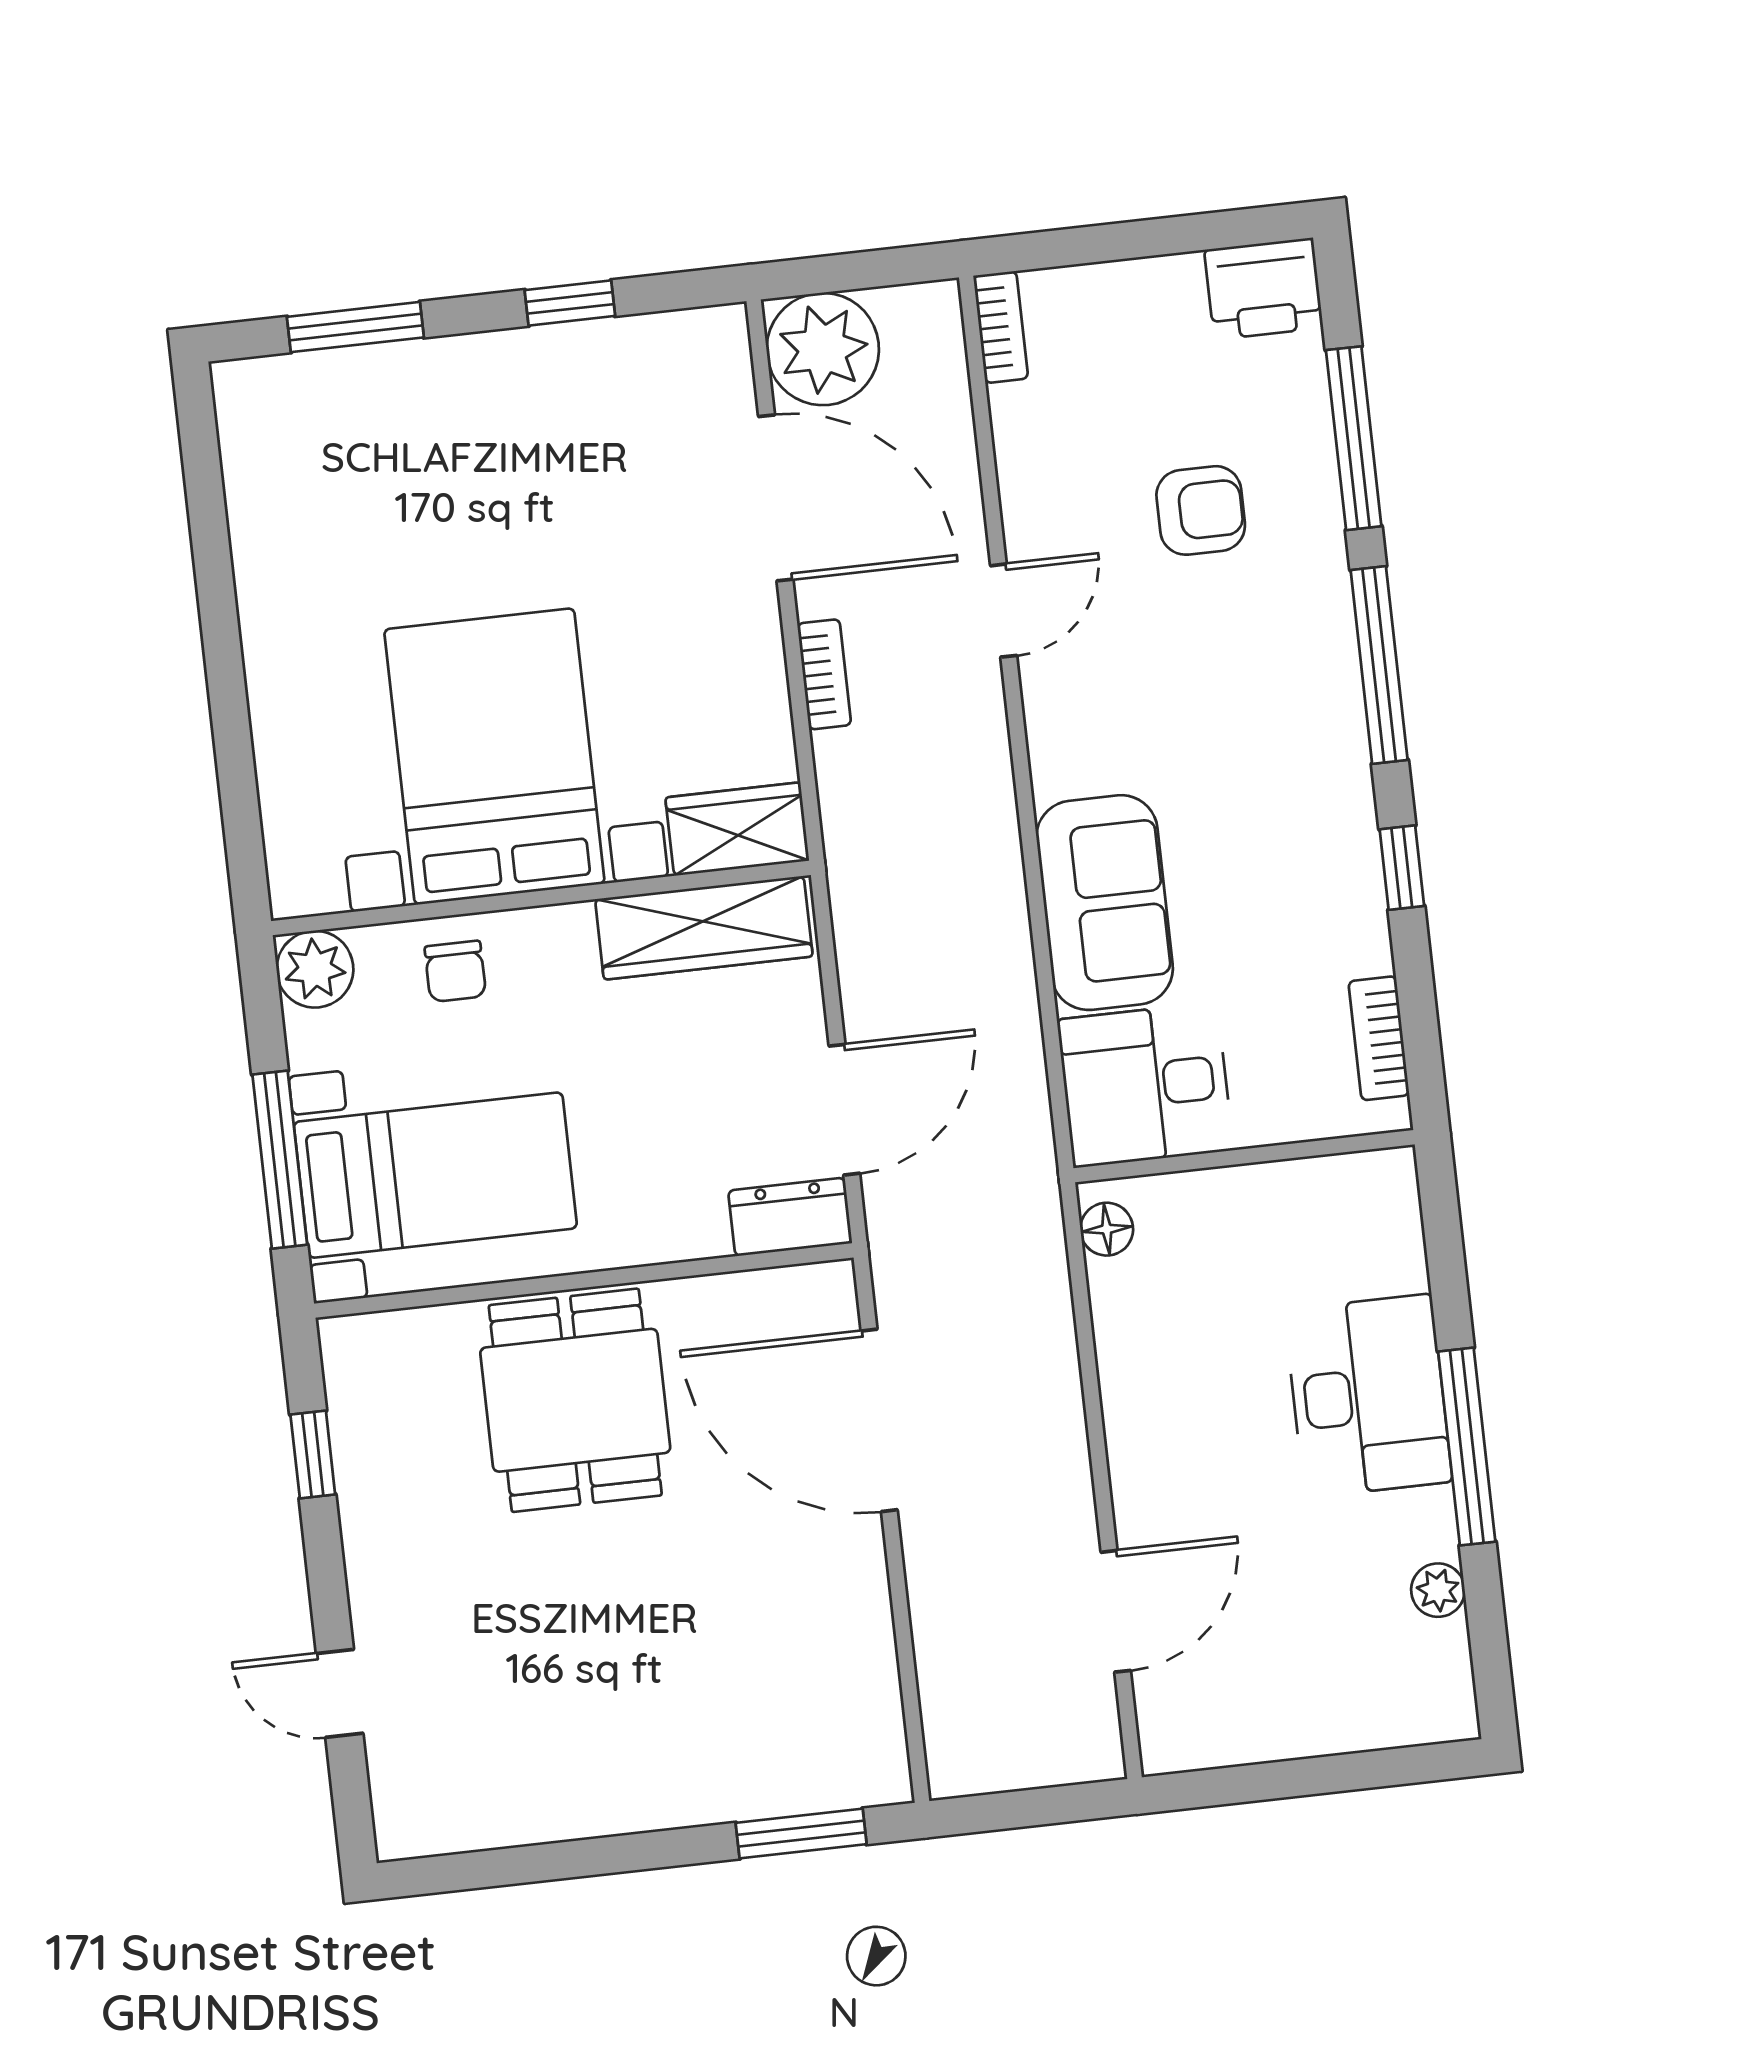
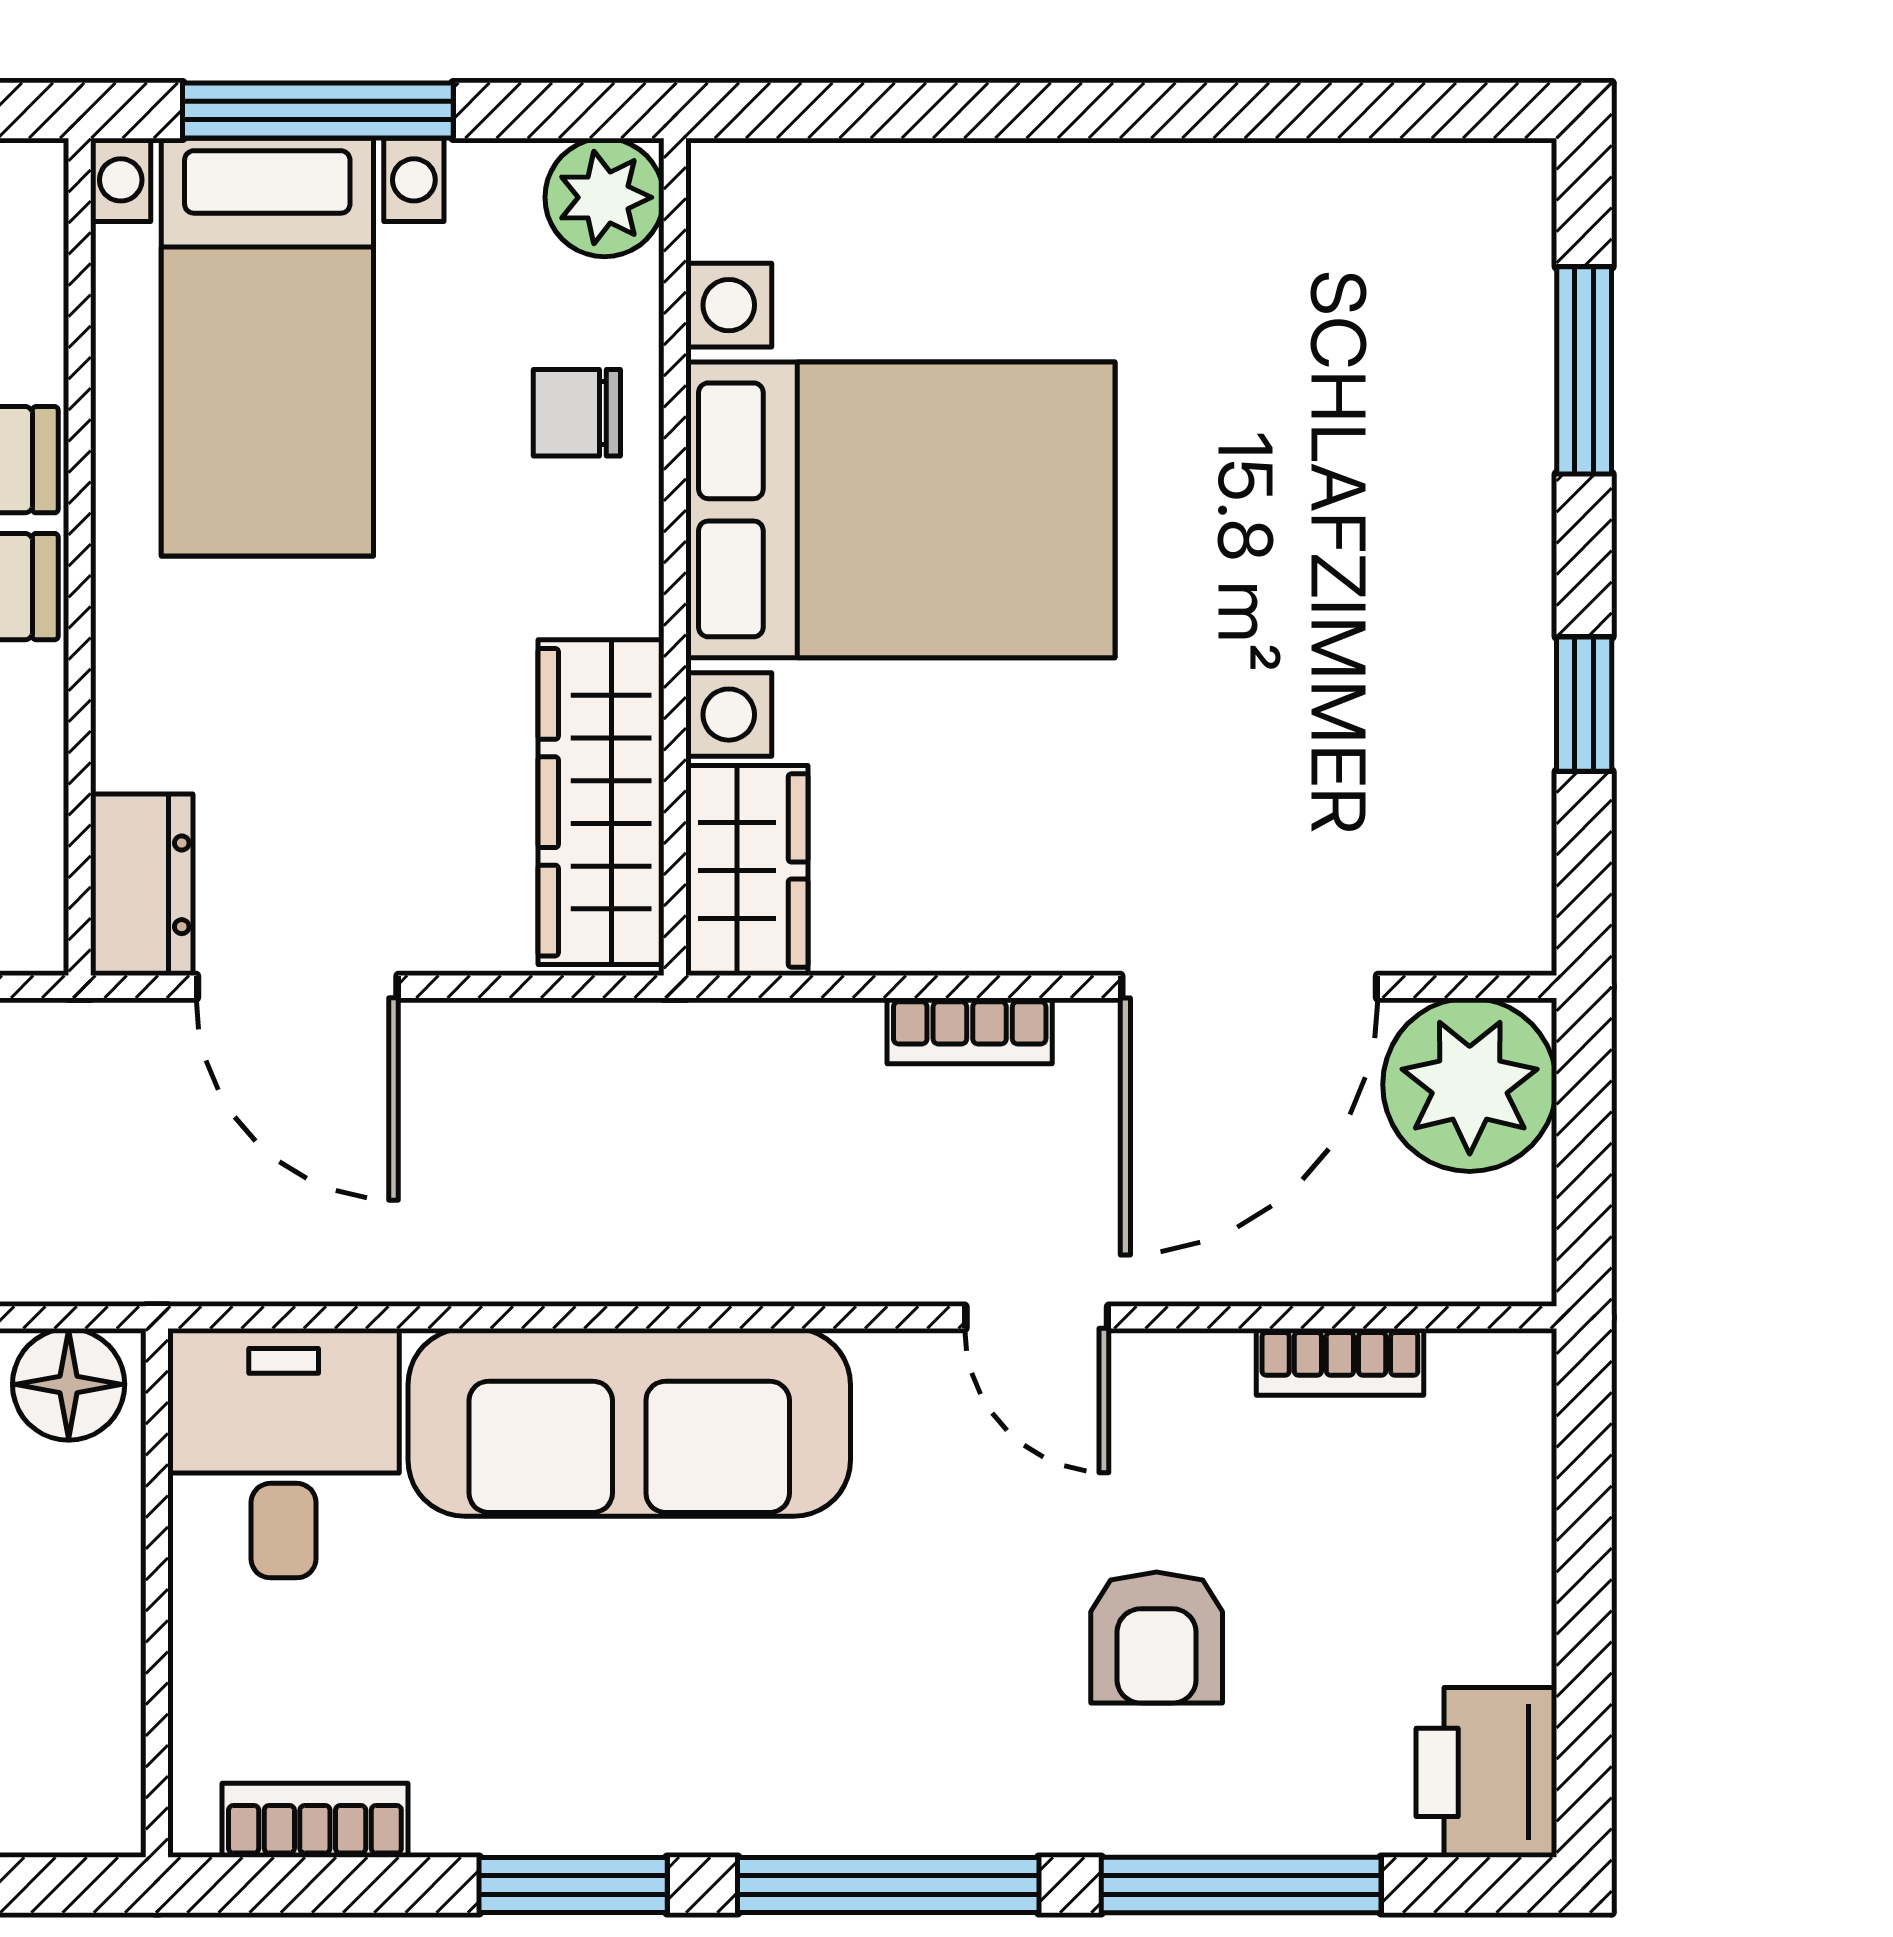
bookcase: (1001, 327) -> (1340, 1362), moved
window: (1402, 868) -> (573, 1885), width x1.50
sofa: (1105, 903) -> (629, 1422), width x1.36
floor lamp: (1107, 1229) -> (69, 1384), width x1.37, depth x1.37

